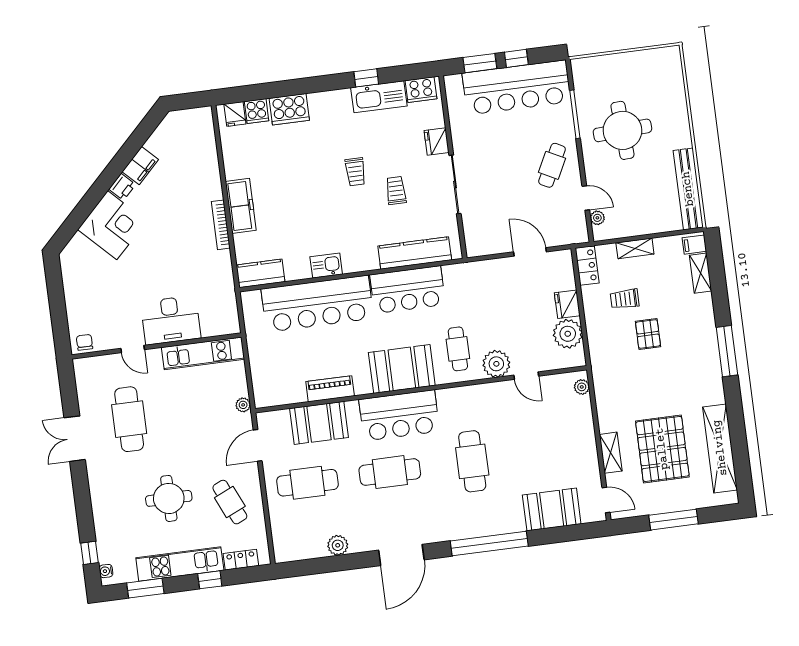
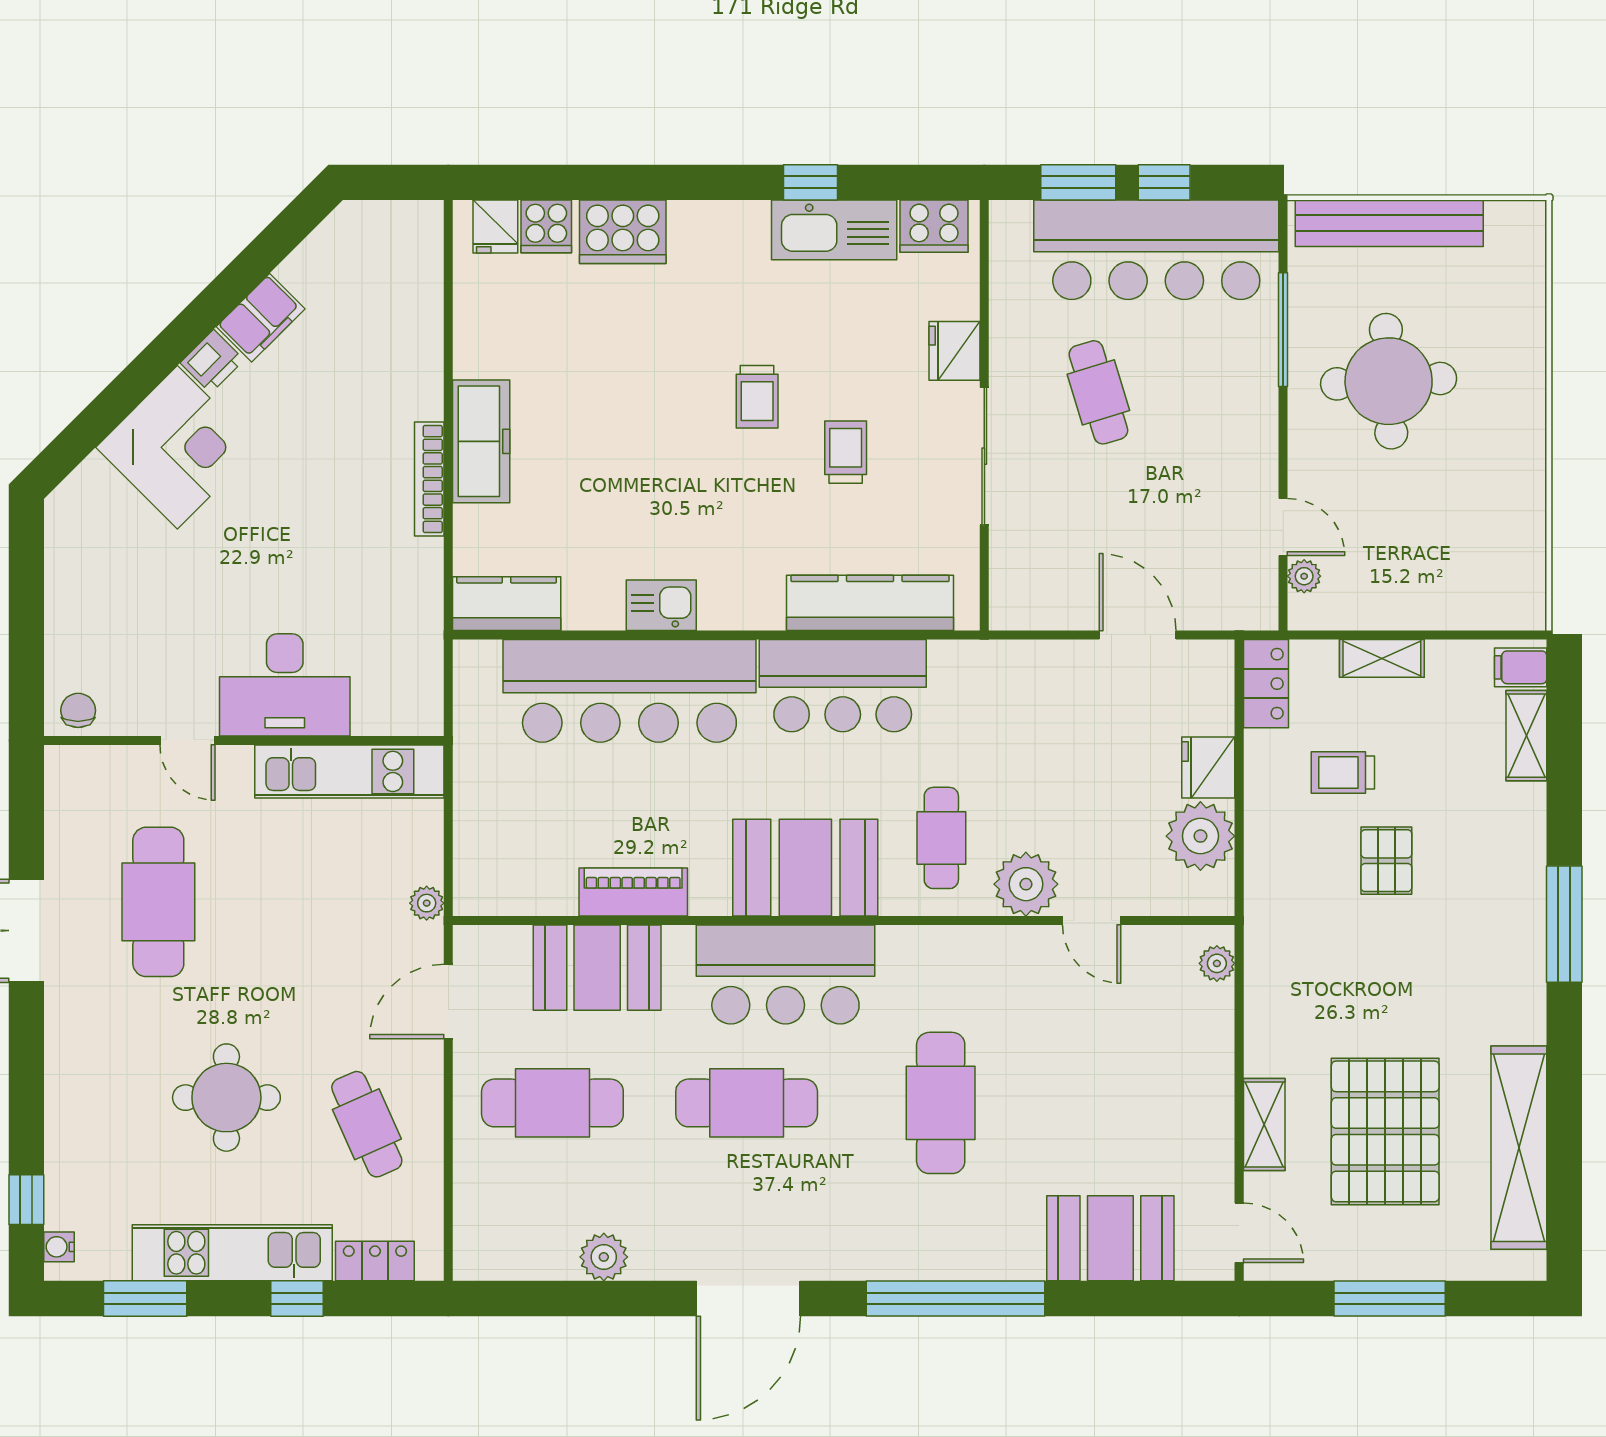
cafe table: (552, 165) -> (1098, 392), moved, turned -44
bench: (688, 189) -> (1389, 223), moved, turned 90

